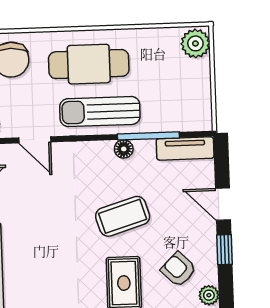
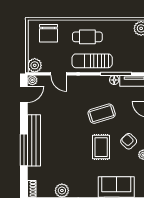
cafe table: (89, 64) -> (87, 37), width x0.73, depth x0.74
floor lamp: (124, 149) -> (114, 80), moved

